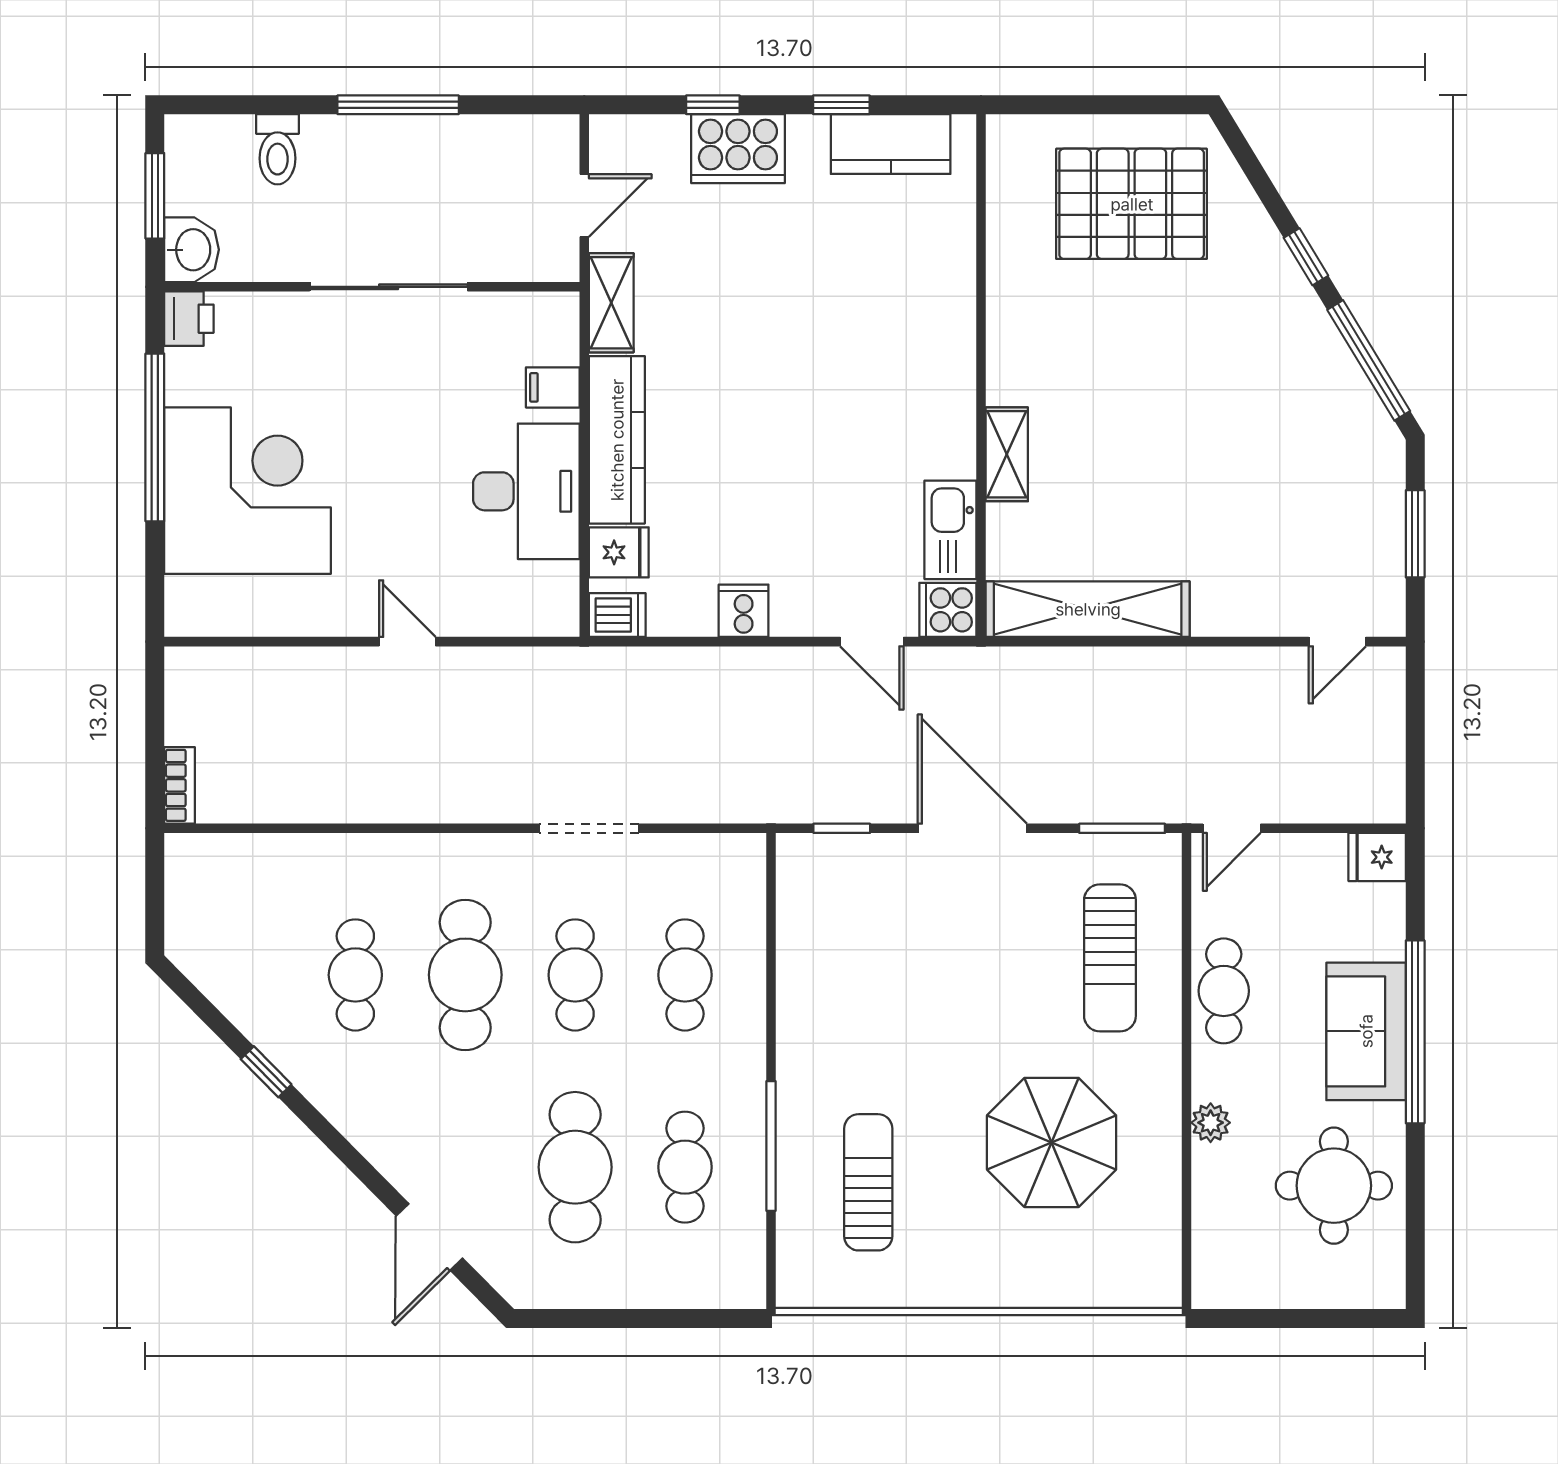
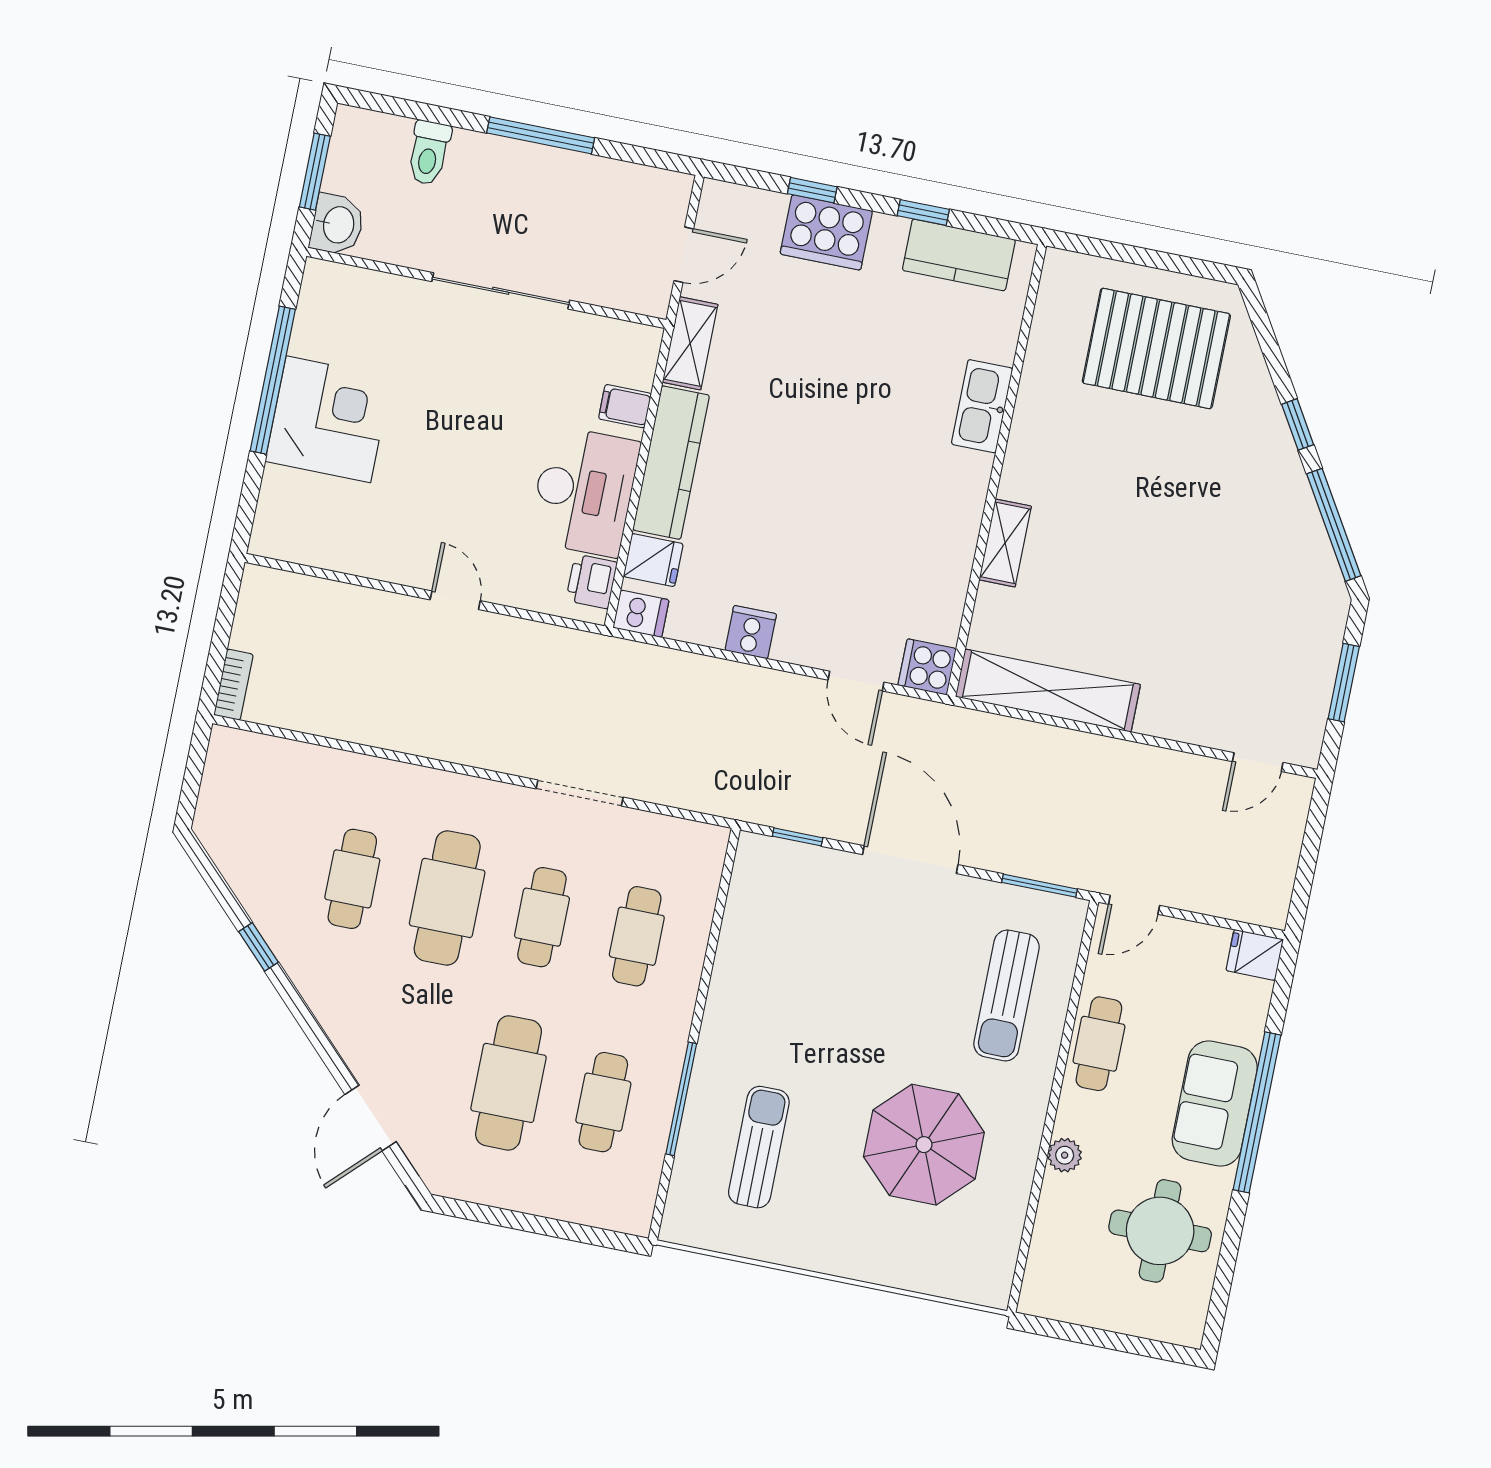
printer: (189, 319) -> (592, 581), moved, turned 180
corner desk: (247, 491) -> (328, 419), width x0.74, depth x0.74
kitchen sink: (950, 530) -> (982, 406), moved

